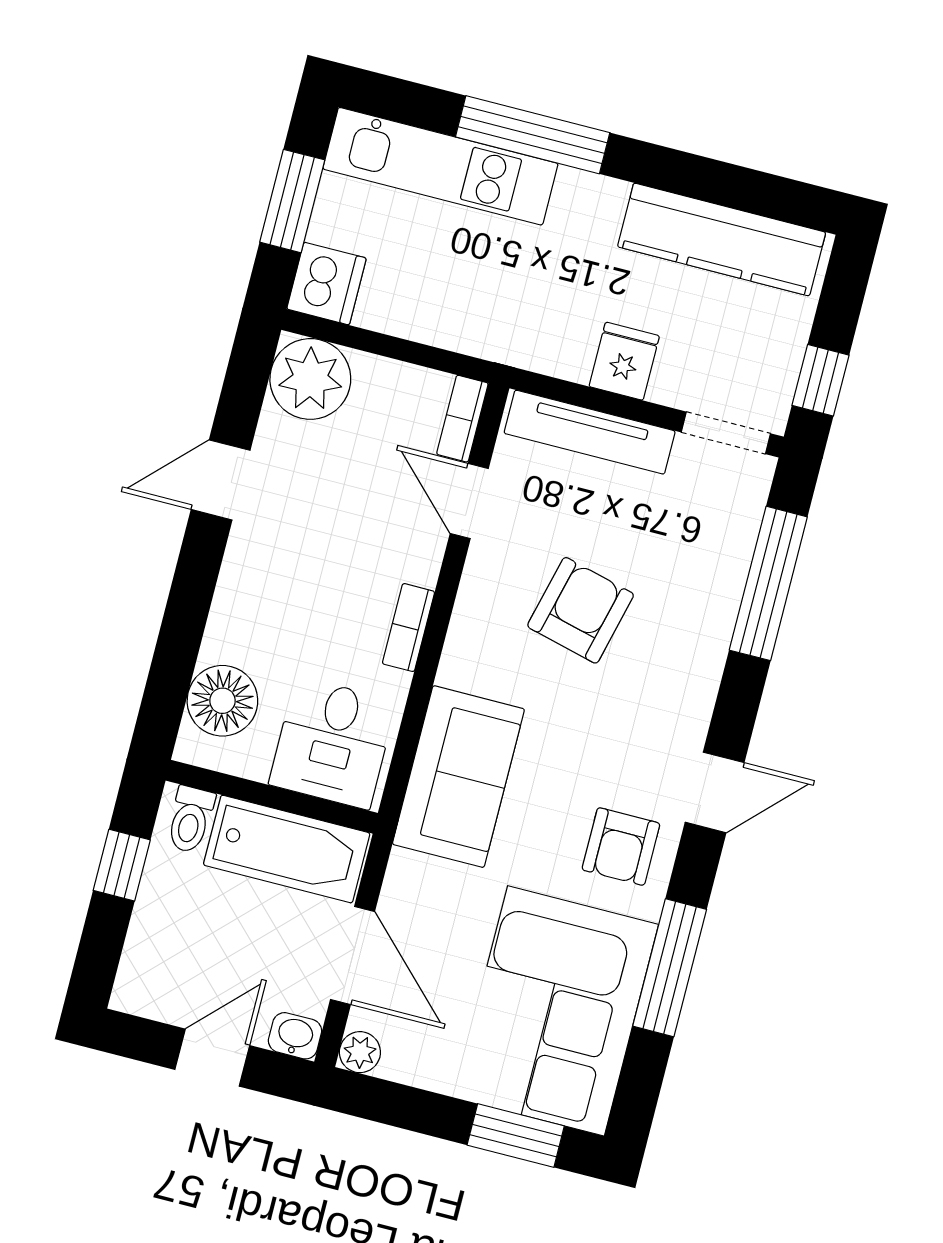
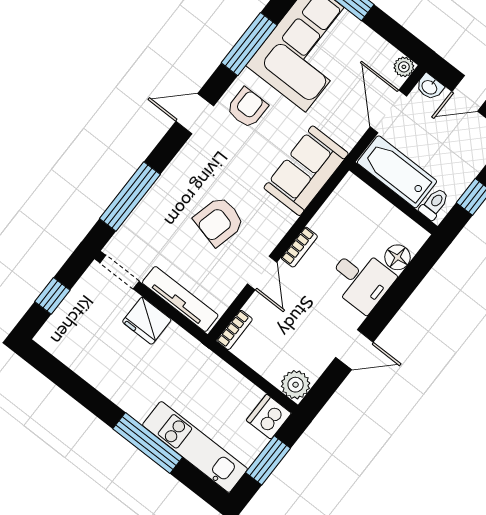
kitchen counter: (722, 239) -> (84, 359), removed
fridge: (624, 361) -> (147, 321), width x1.38
plant: (310, 379) -> (296, 385), width x0.73, depth x0.73
window: (820, 380) -> (52, 296), moved
door: (469, 501) -> (262, 273), moved
floor lamp: (222, 701) -> (398, 257), width x0.73, depth x0.73
desk: (333, 743) -> (361, 280), moved, turned 90

